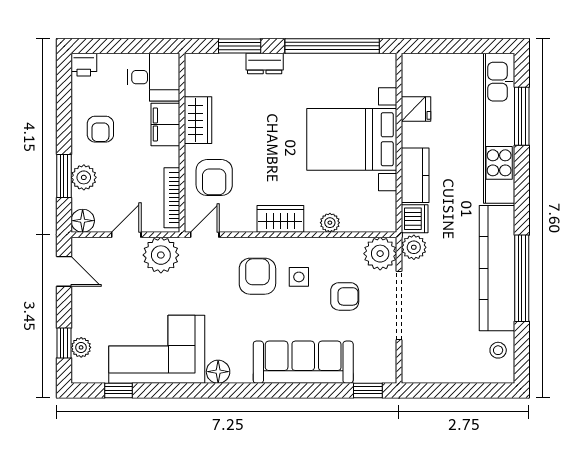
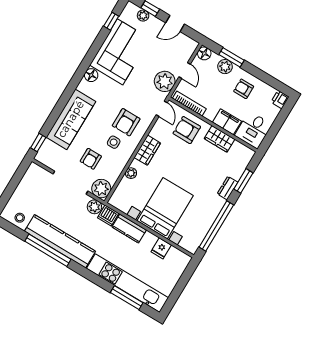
door: (64, 271) -> (175, 23), moved
armchair: (257, 276) -> (126, 122), turned 90

